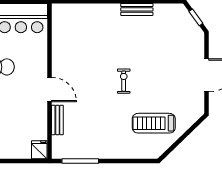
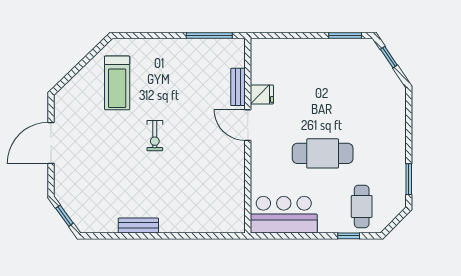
treadmill: (154, 123) -> (117, 83), turned 90
fridge: (39, 150) -> (262, 94), moved, turned -90

